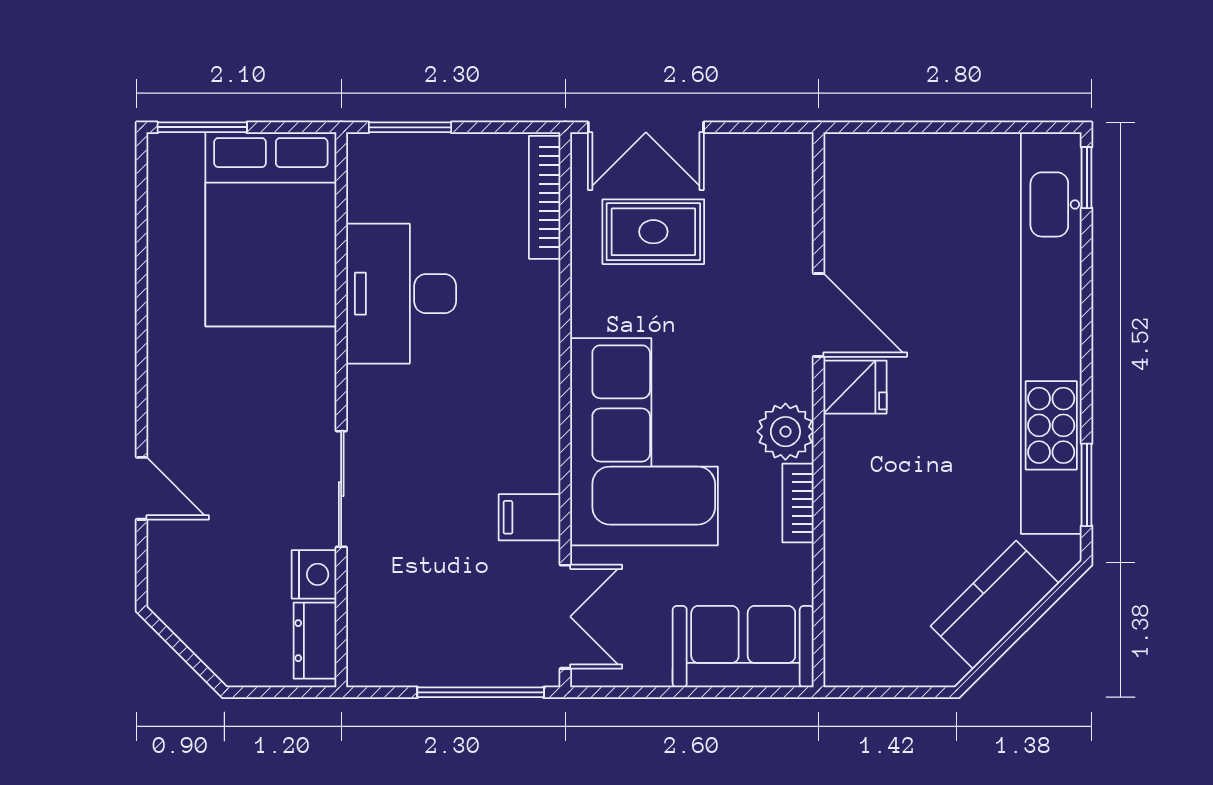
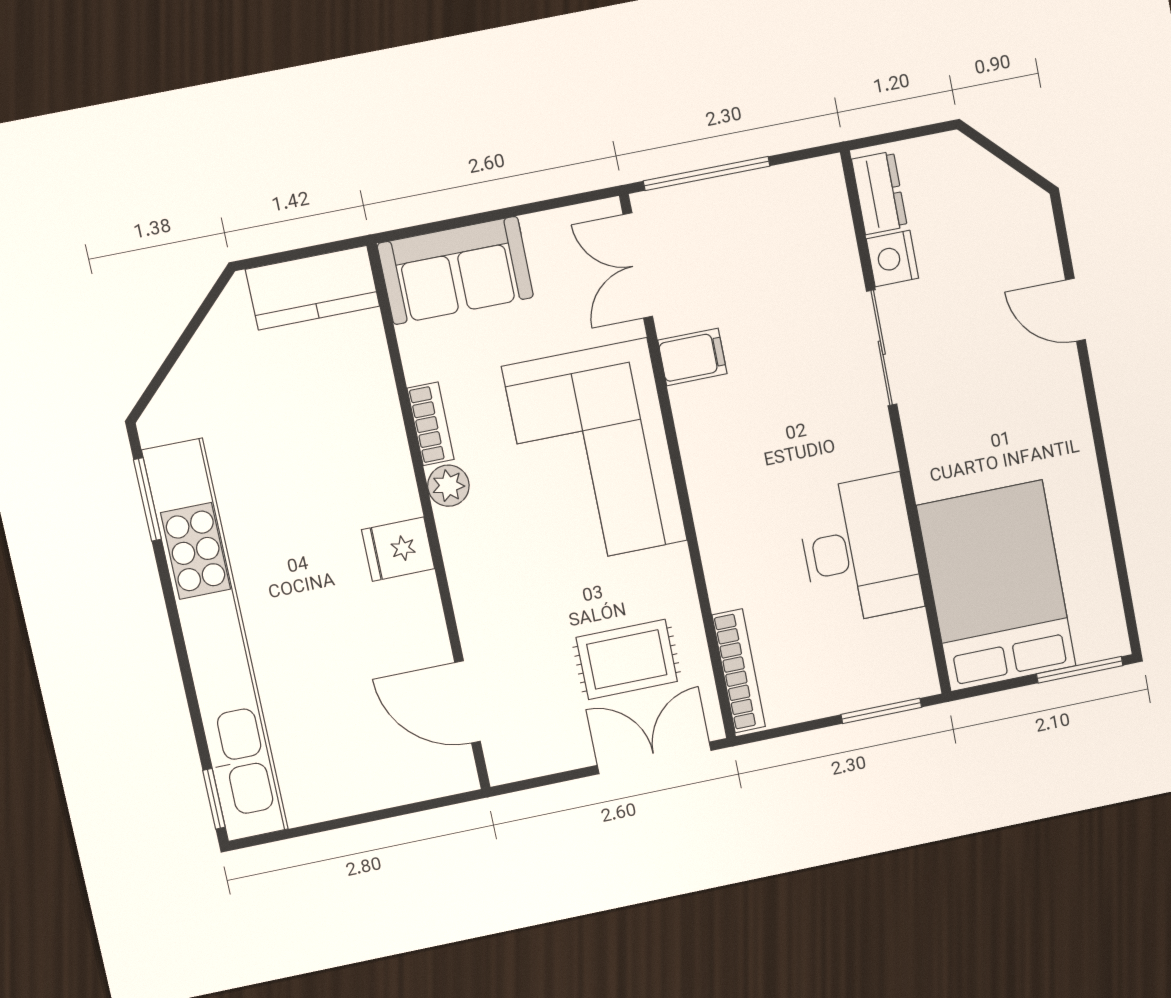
door: (819, 315) -> (468, 702), moved
plant: (785, 432) -> (448, 486), width x0.73, depth x0.73
kitchen counter: (995, 605) -> (313, 288), moved, turned 45

